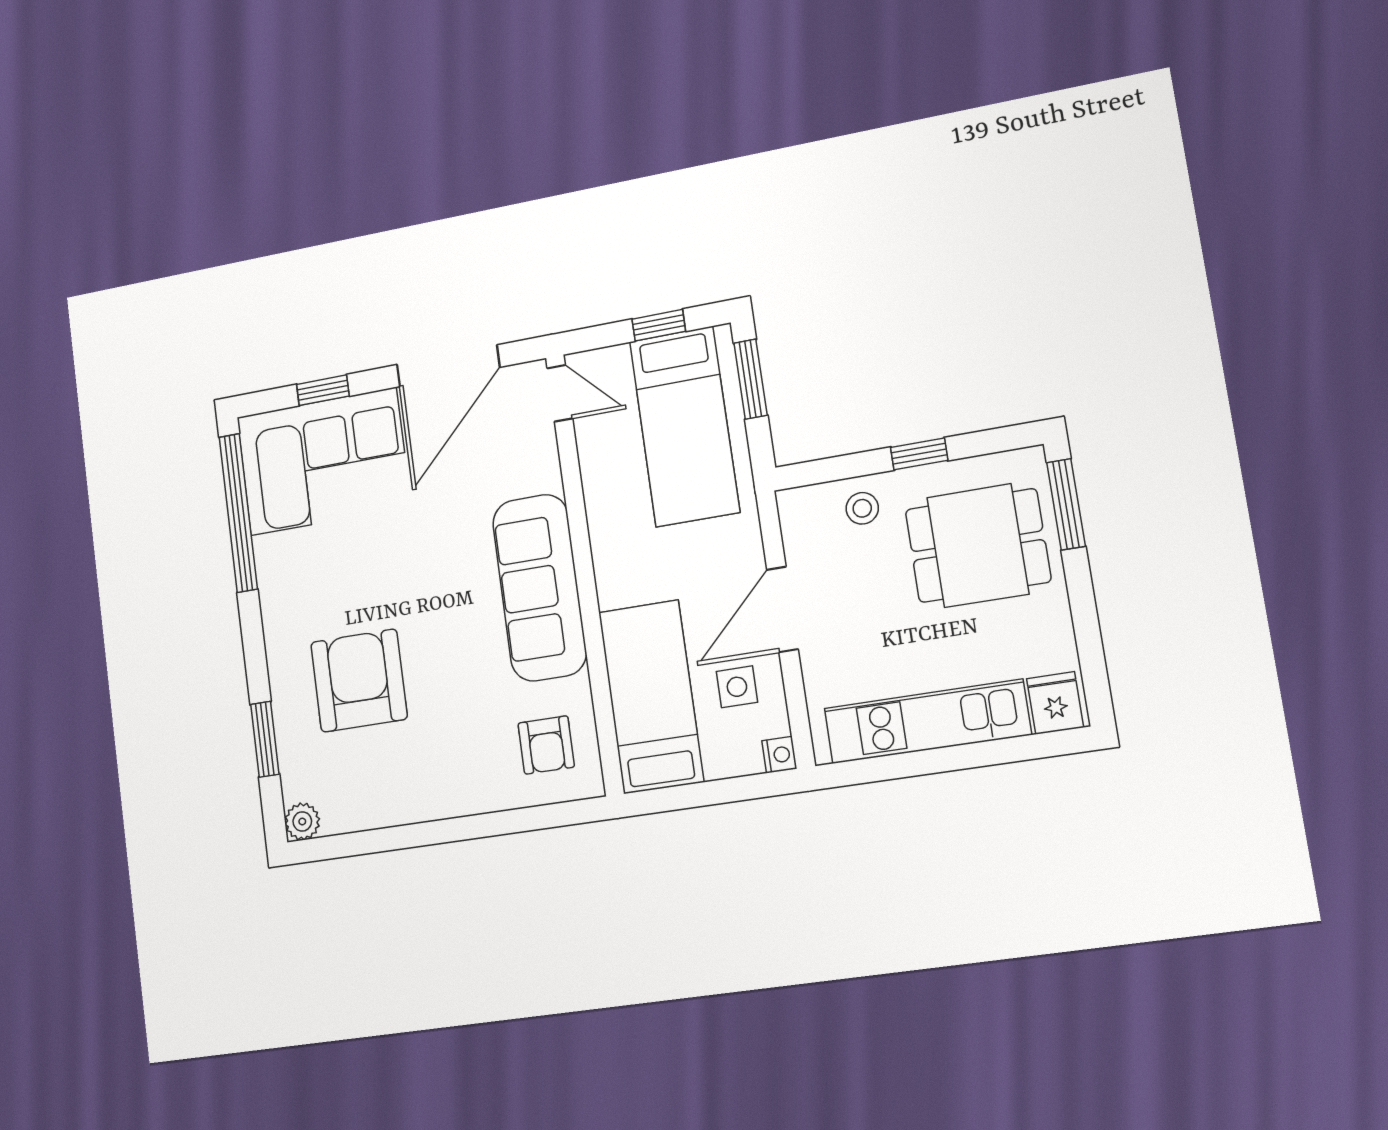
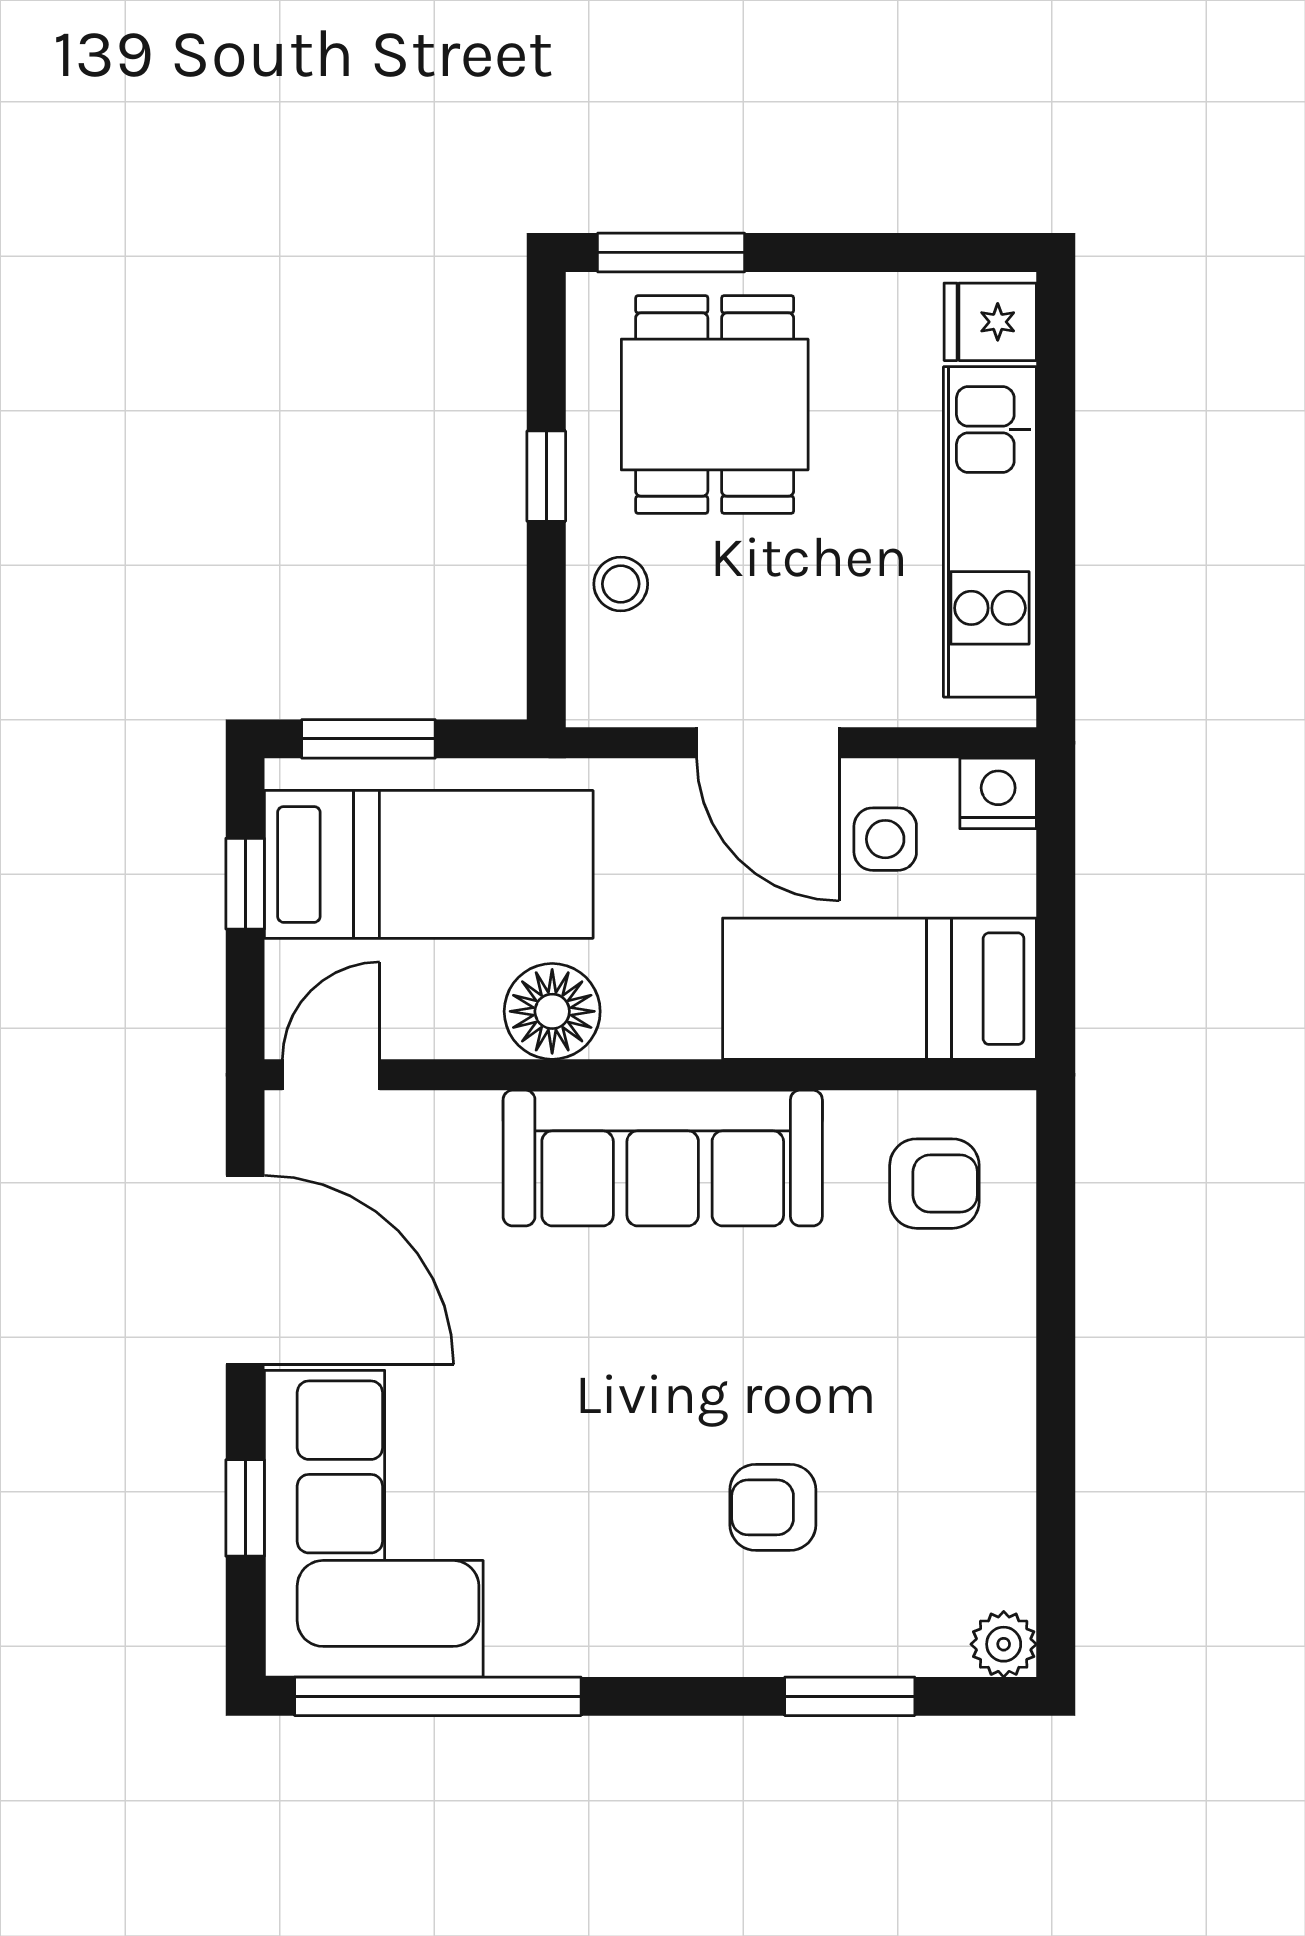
floor lamp: (612, 511) -> (552, 1011), added
armchair: (359, 681) -> (773, 1507), width x0.53, depth x0.53
nightstand: (779, 755) -> (998, 793), width x1.39, depth x1.35

